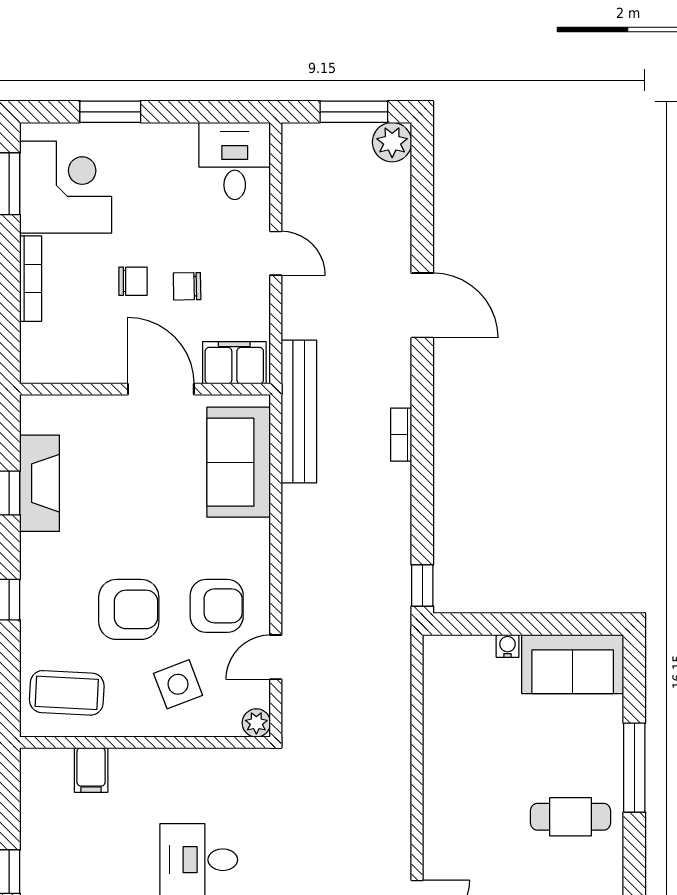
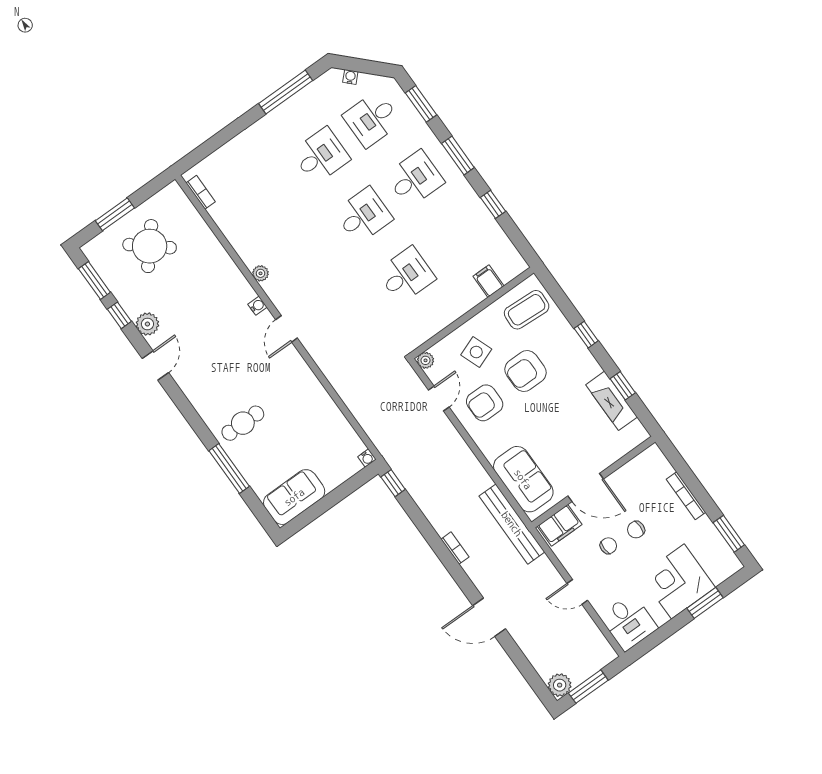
corner desk: (66, 187) -> (678, 581), moved, turned 90
water cooler: (508, 646) -> (367, 458), moved

